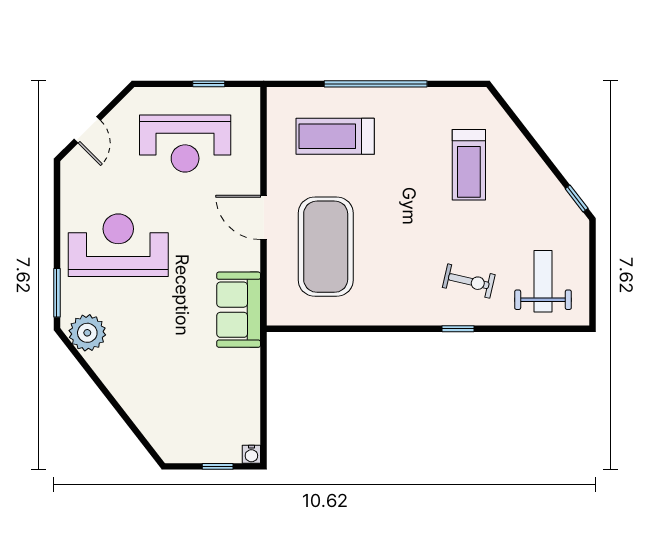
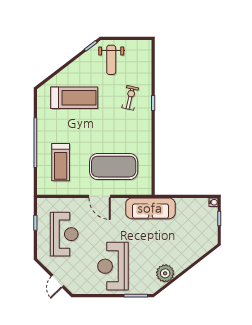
door: (87, 130) -> (57, 281), swing flipped
treadmill: (469, 165) -> (74, 98), width x1.37, depth x1.38
door: (264, 217) -> (100, 196), hinge flipped
weight bench: (543, 281) -> (111, 60), moved, turned -90
sofa: (239, 310) -> (150, 208), width x1.36
plant: (87, 333) -> (165, 273), moved

